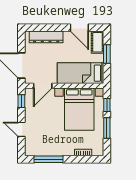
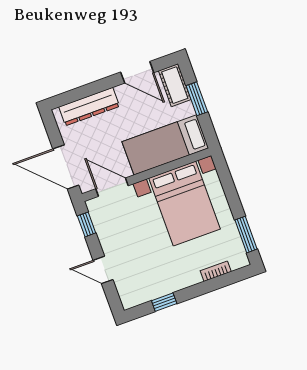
door: (43, 86) -> (112, 187), swing flipped
window: (107, 105) -> (227, 181), removed
window: (107, 128) -> (246, 235), moved
window: (49, 159) -> (164, 302), width x0.46

